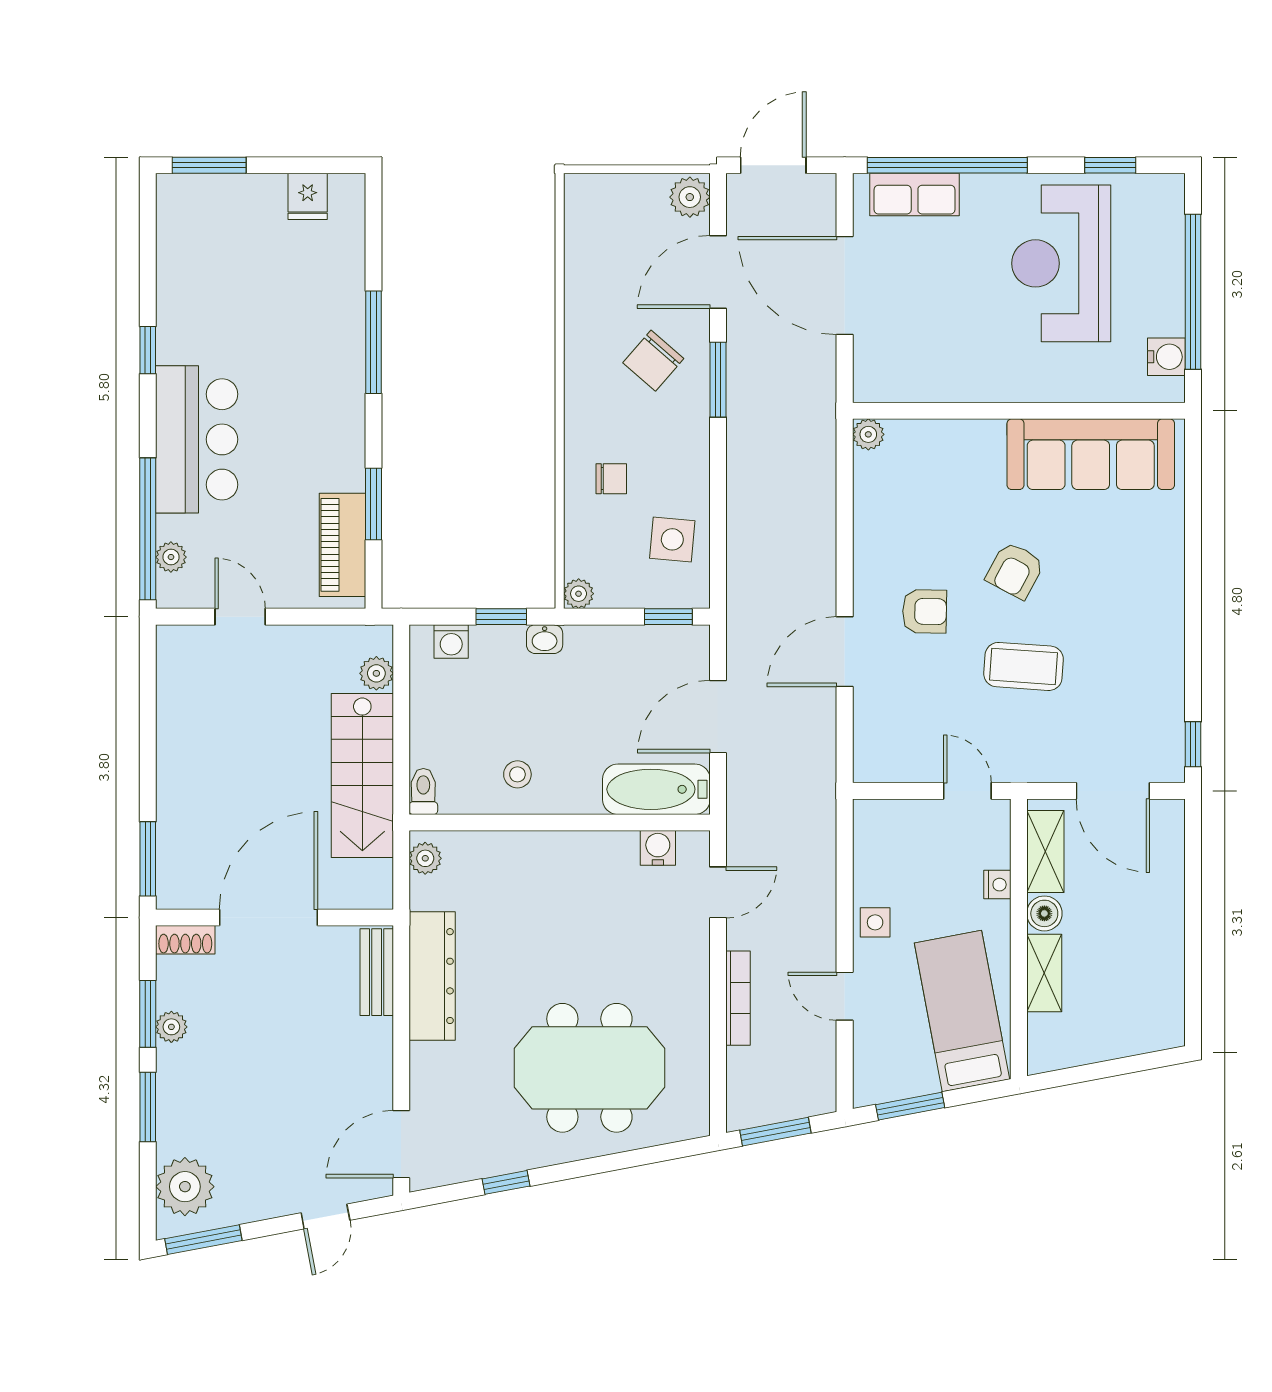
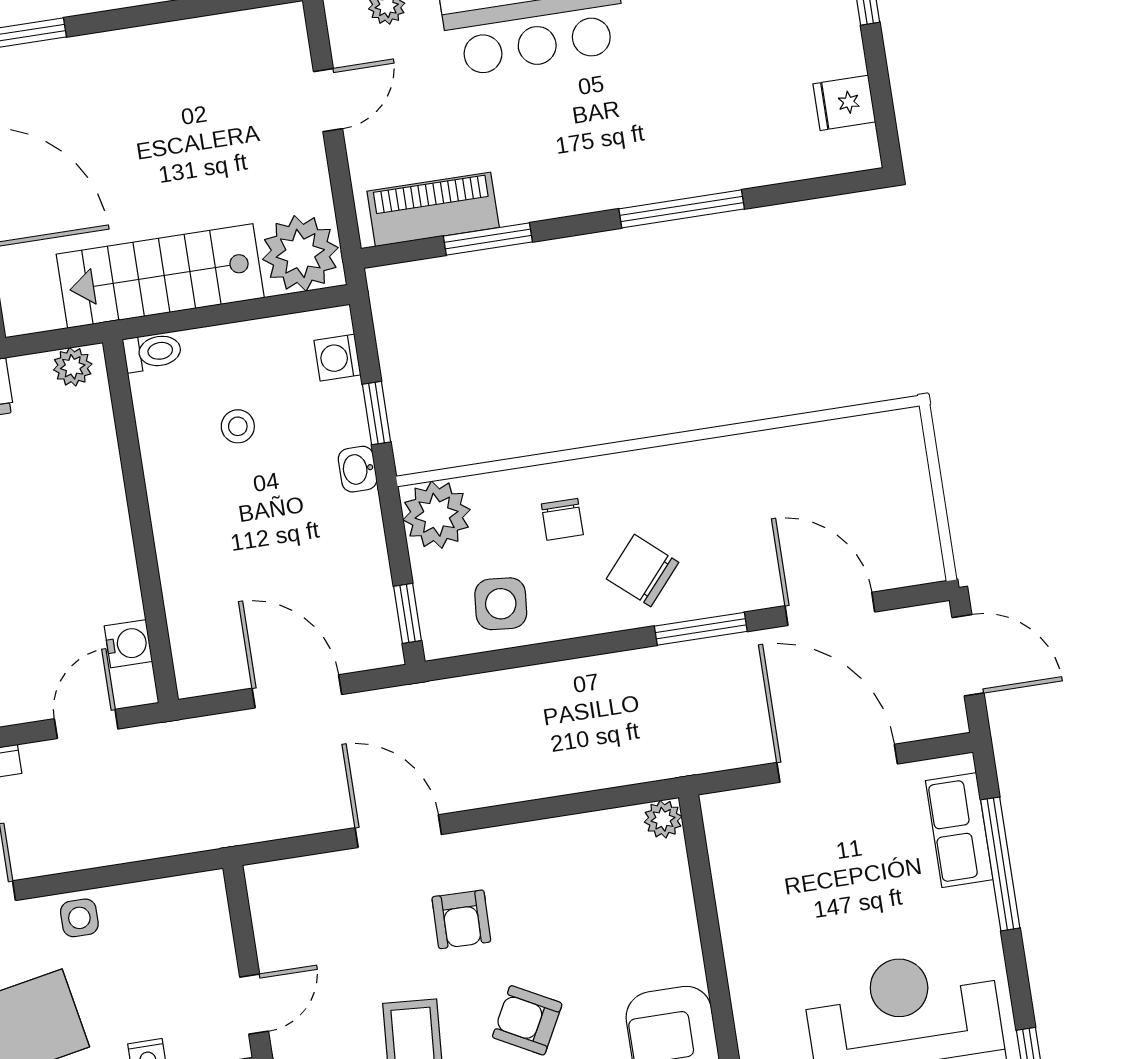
window: (947, 165) -> (1000, 864), width x0.68
plant: (690, 197) -> (914, 561), removed
door: (845, 285) -> (837, 763), hinge flipped
chair: (653, 361) -> (643, 571), moved
plant: (579, 594) -> (437, 515), width x1.87, depth x1.87
plant: (376, 673) -> (300, 253), width x1.88, depth x1.88
stool: (517, 774) -> (238, 426), moved
bathtub: (656, 789) -> (198, 631), removed
door: (718, 892) -> (86, 724), swing flipped

